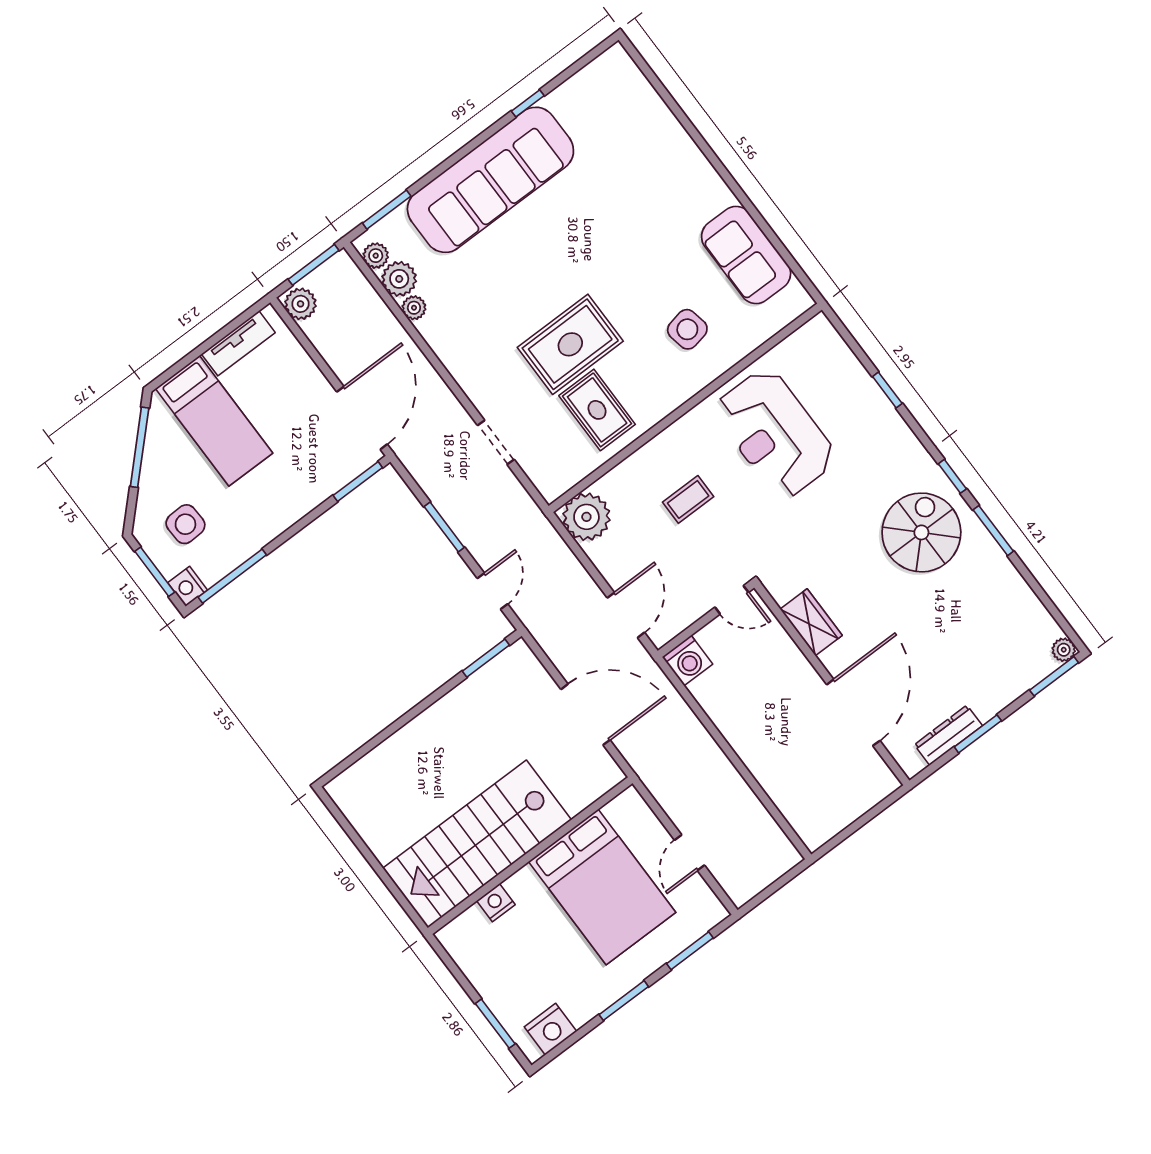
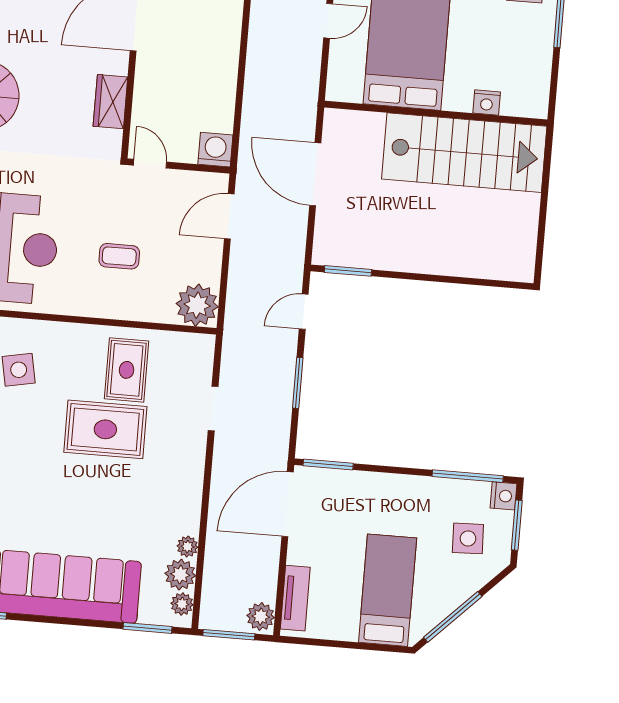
tv unit: (238, 343) -> (295, 598), moved, turned 90

